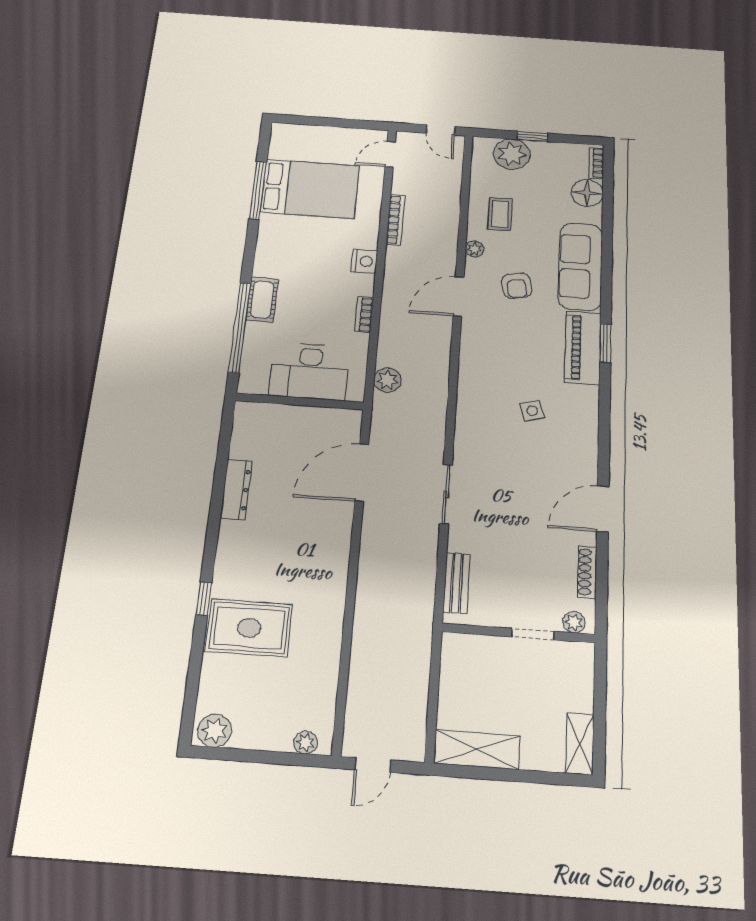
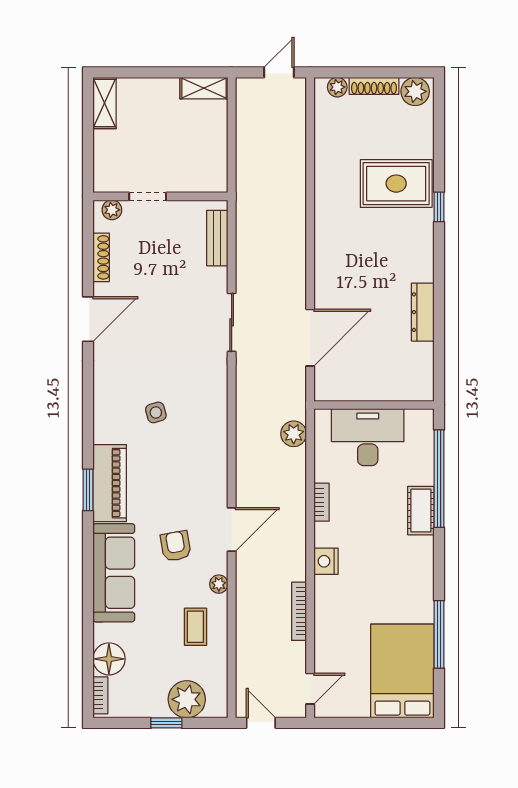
bed: (310, 189) -> (402, 671), moved, turned 90
shoe rack: (262, 741) -> (374, 86), added
shelving: (477, 750) -> (204, 88), width x0.67, depth x0.75

